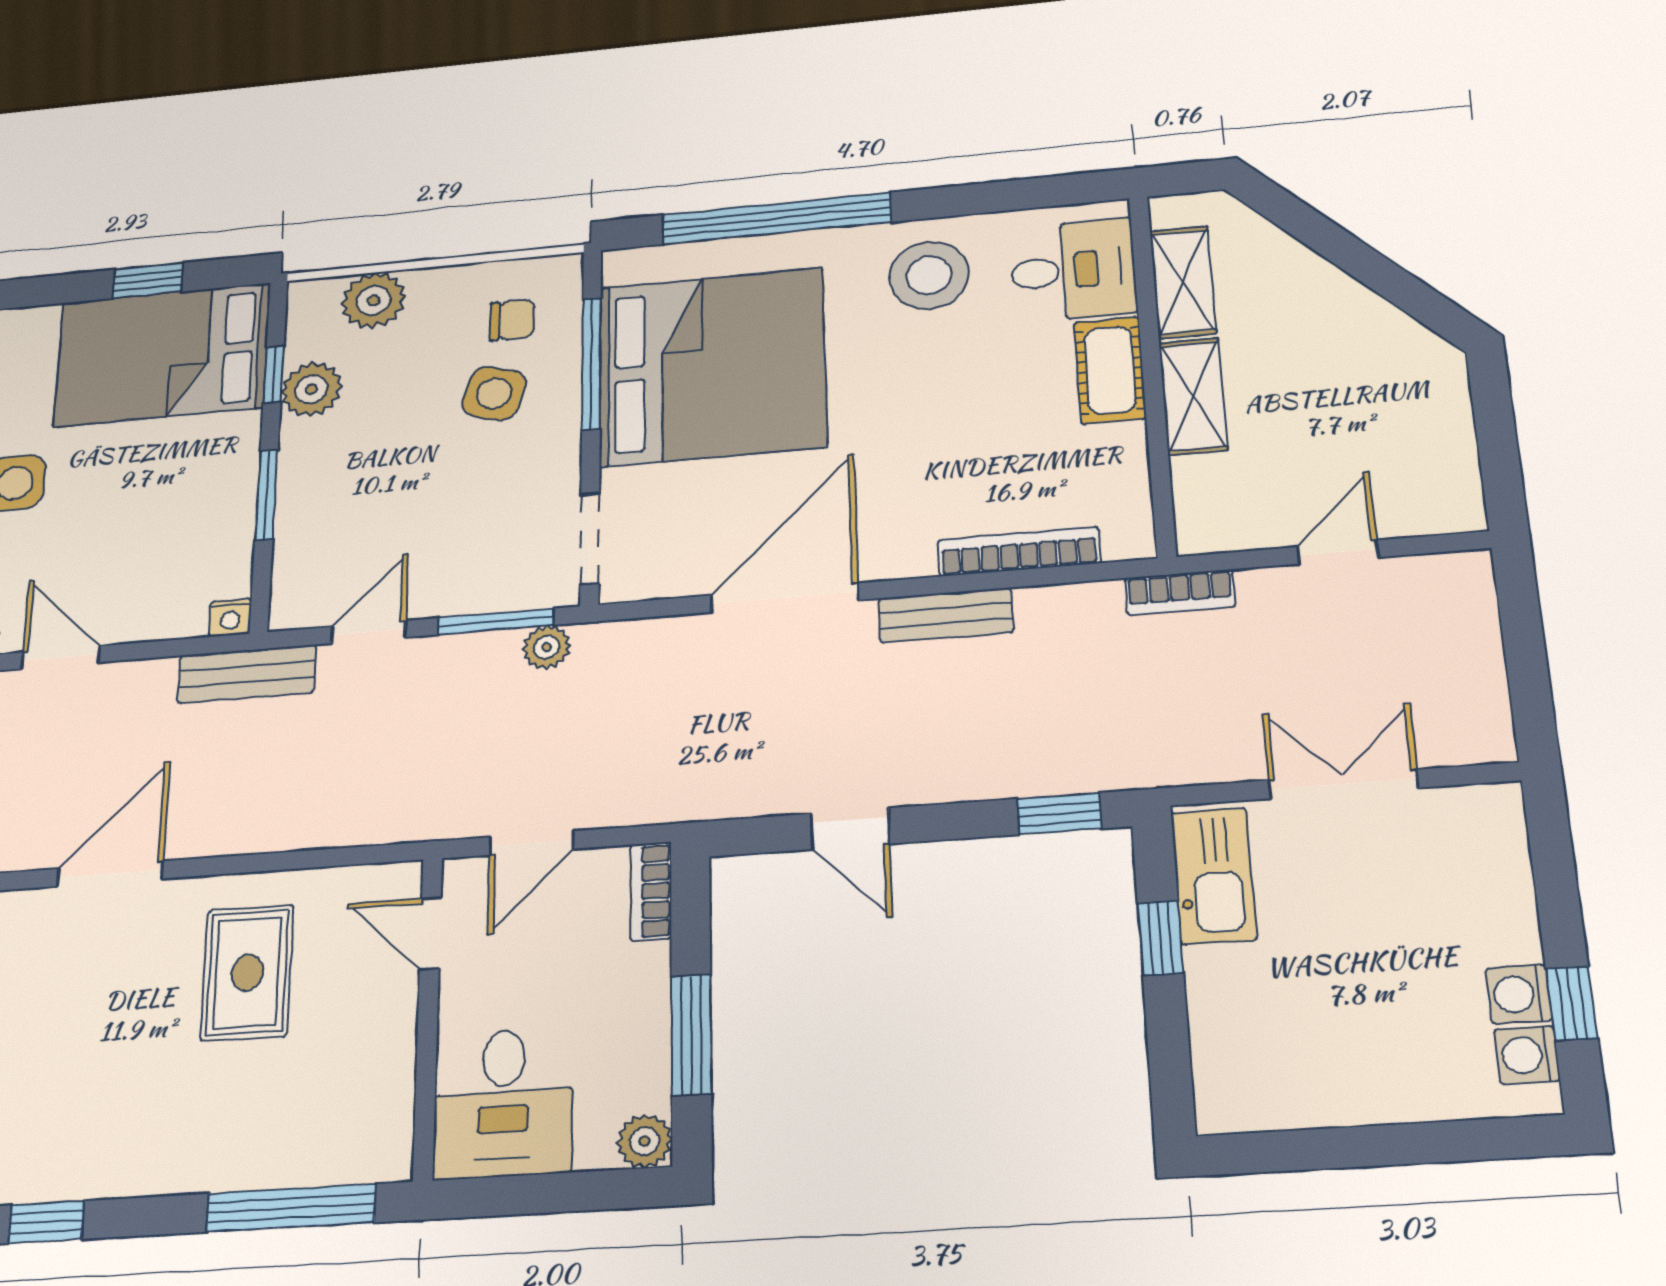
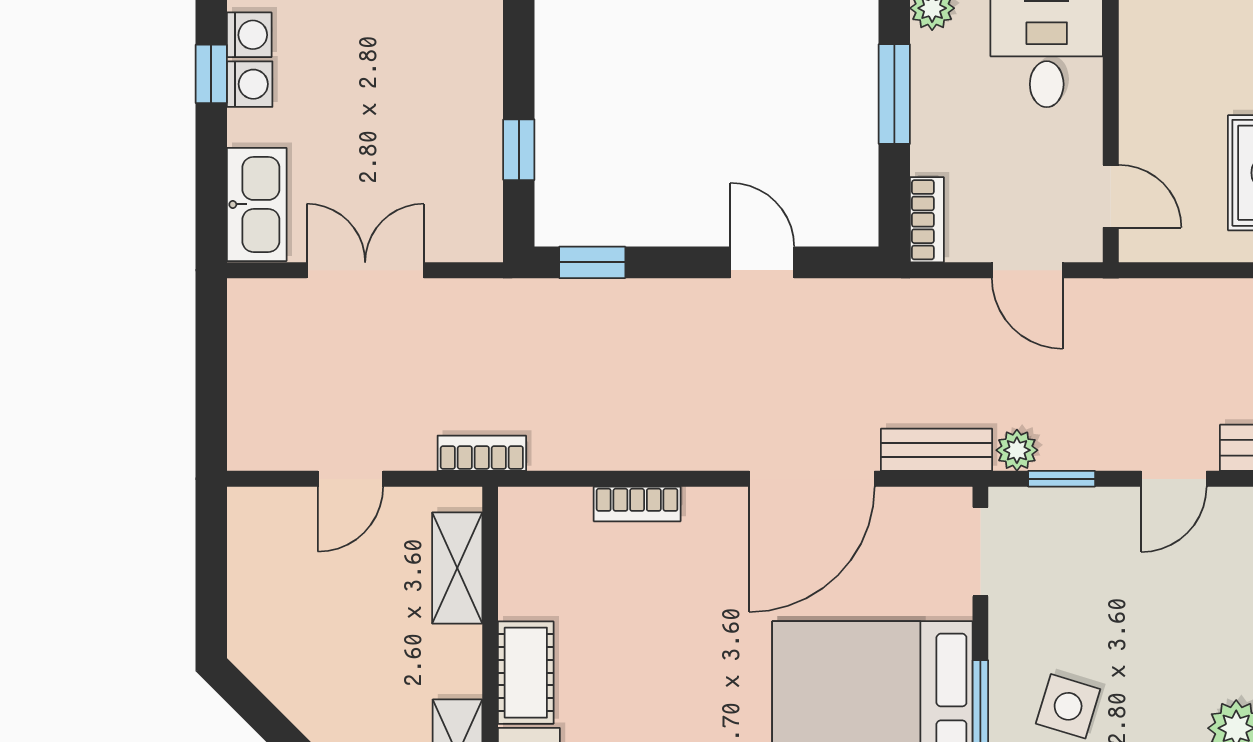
shelving: (1193, 396) -> (457, 568), moved
bookcase: (1019, 552) -> (637, 504), width x0.64
bench: (946, 615) -> (937, 450), moved
window: (496, 621) -> (1062, 479), width x0.67
double door: (1343, 784) -> (365, 270), swing flipped
door: (531, 843) -> (1027, 270), swing flipped
kitchen sink: (1214, 876) -> (257, 204), moved, turned 180

